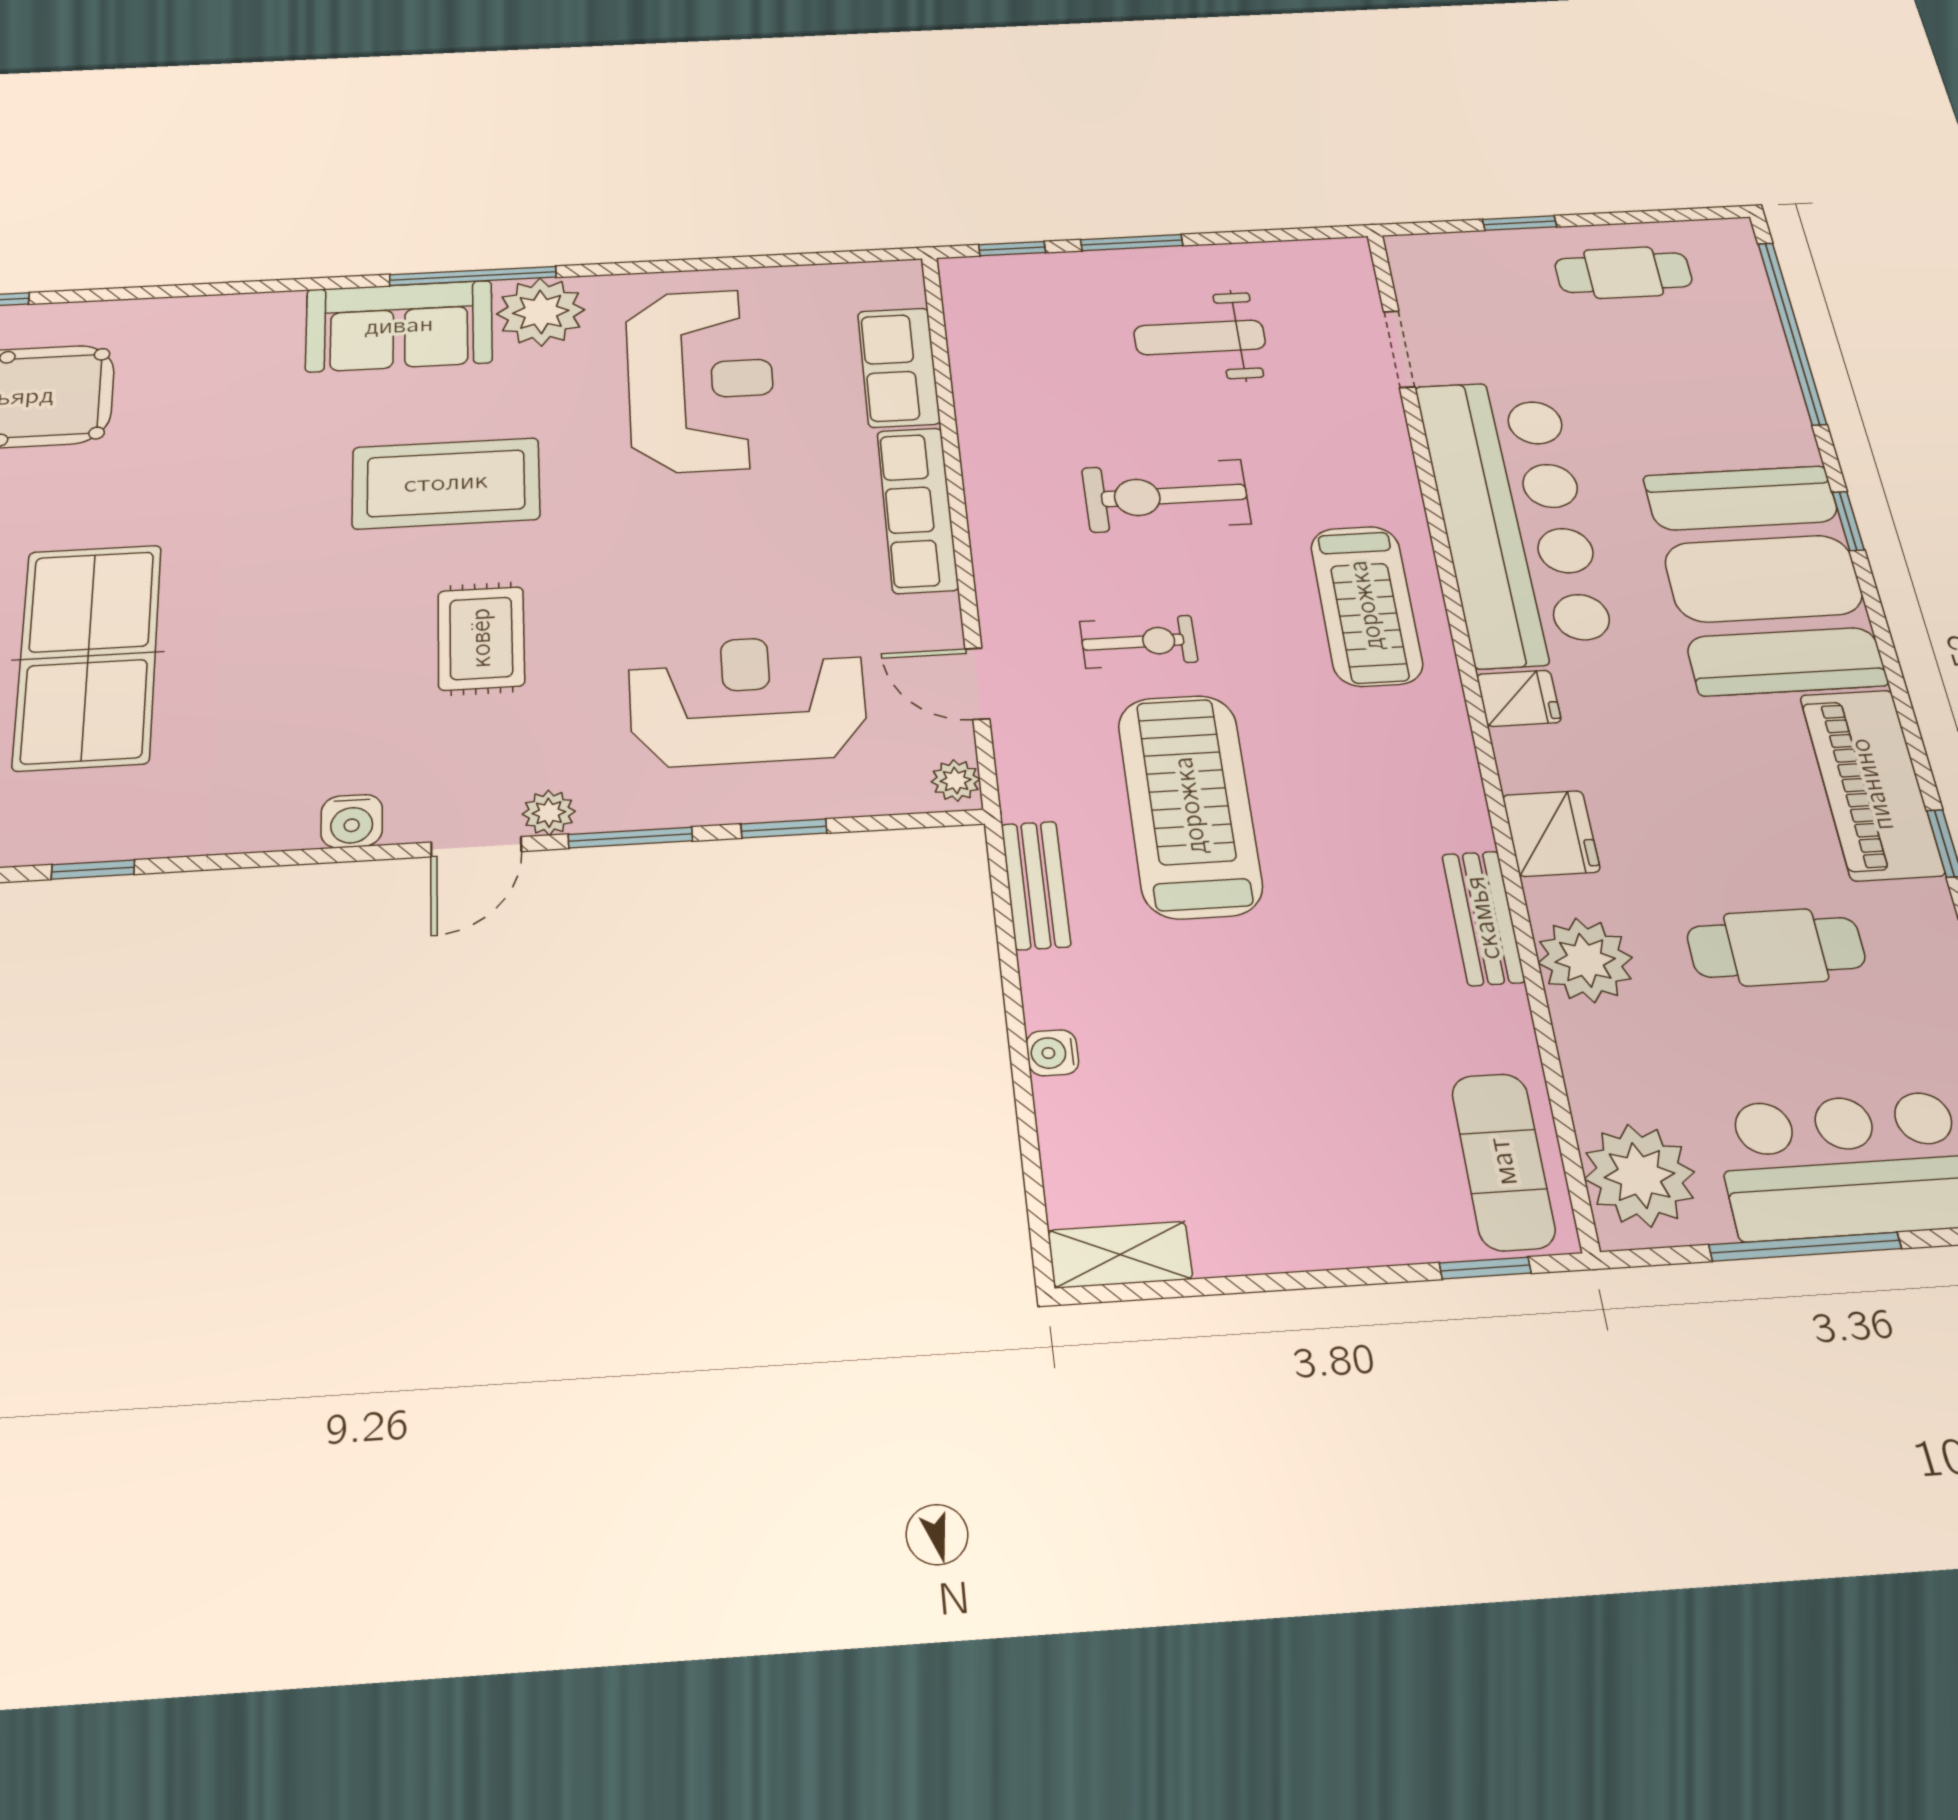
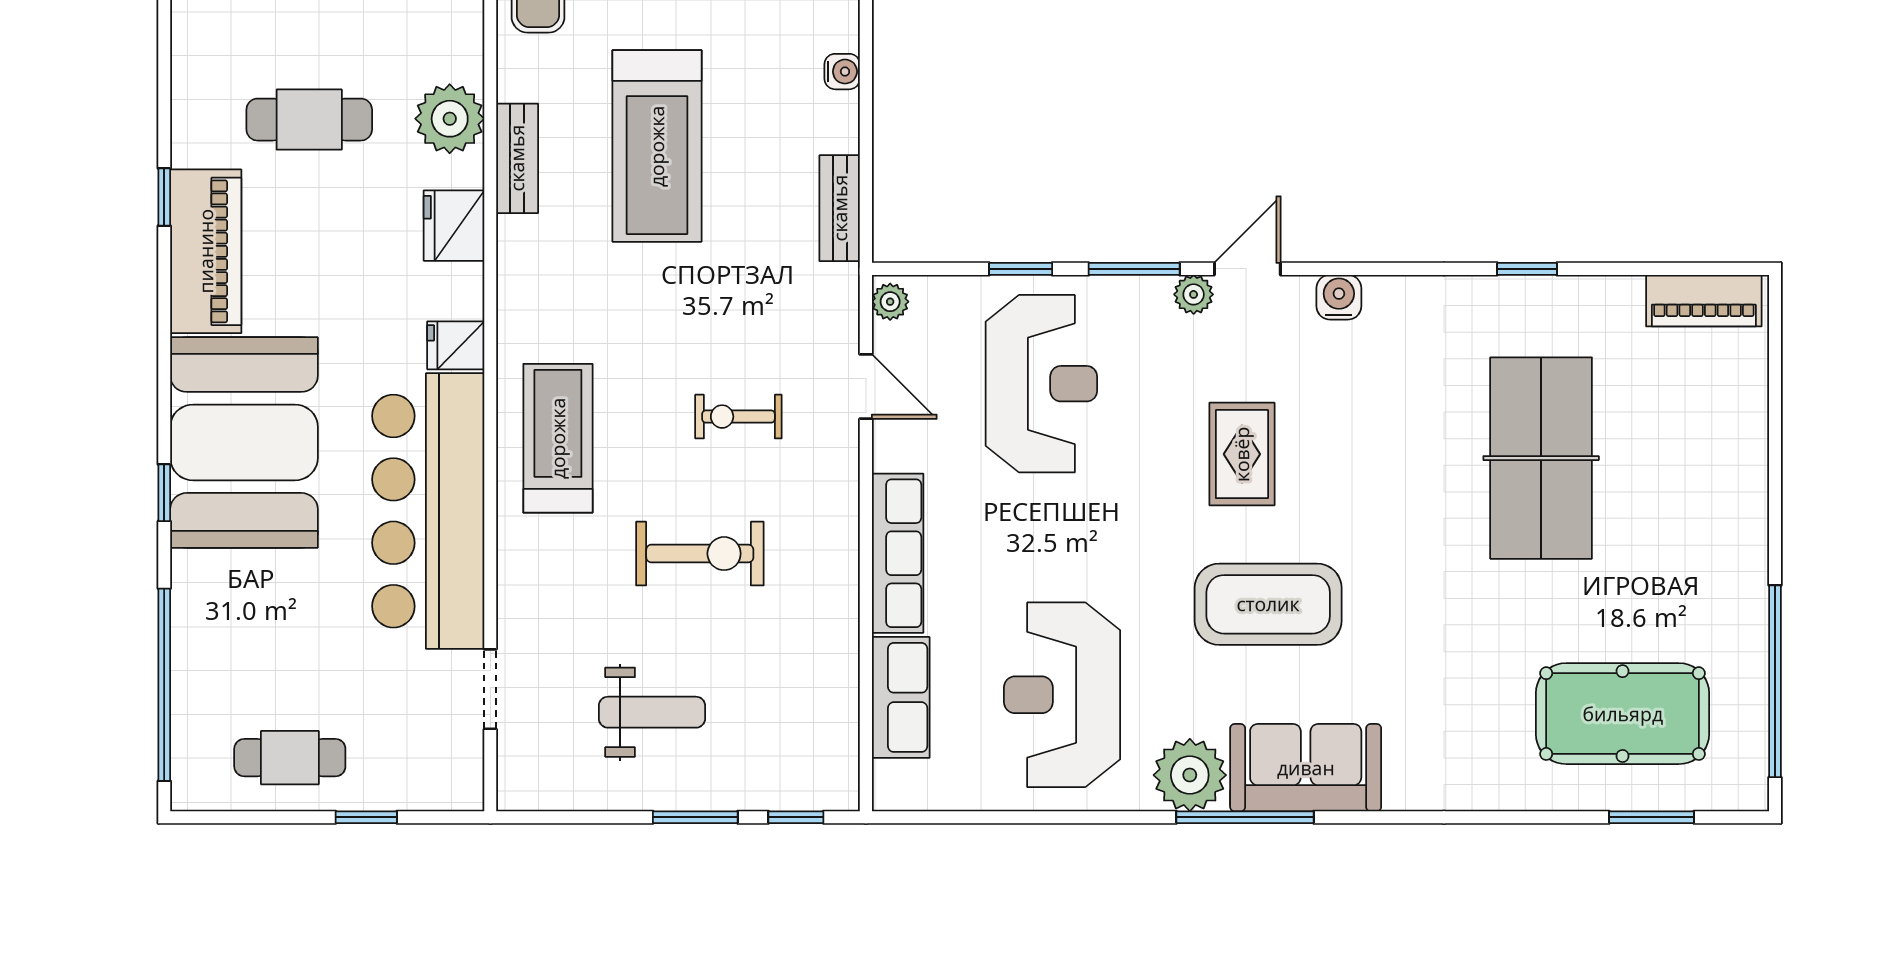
reception desk: (747, 700) -> (1041, 384), turned -90
treadmill: (1190, 805) -> (657, 146), moved

